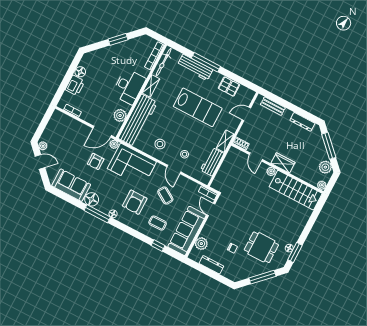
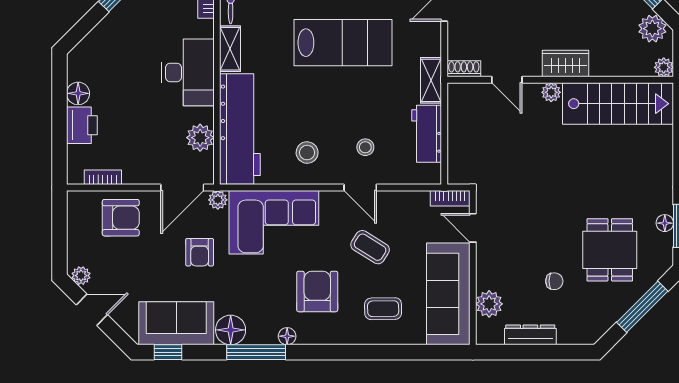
armchair: (71, 131) -> (121, 218), added
armchair: (135, 202) -> (317, 291), turned 180
window: (158, 246) -> (168, 352), moved
dining table: (261, 247) -> (610, 250), turned 90

